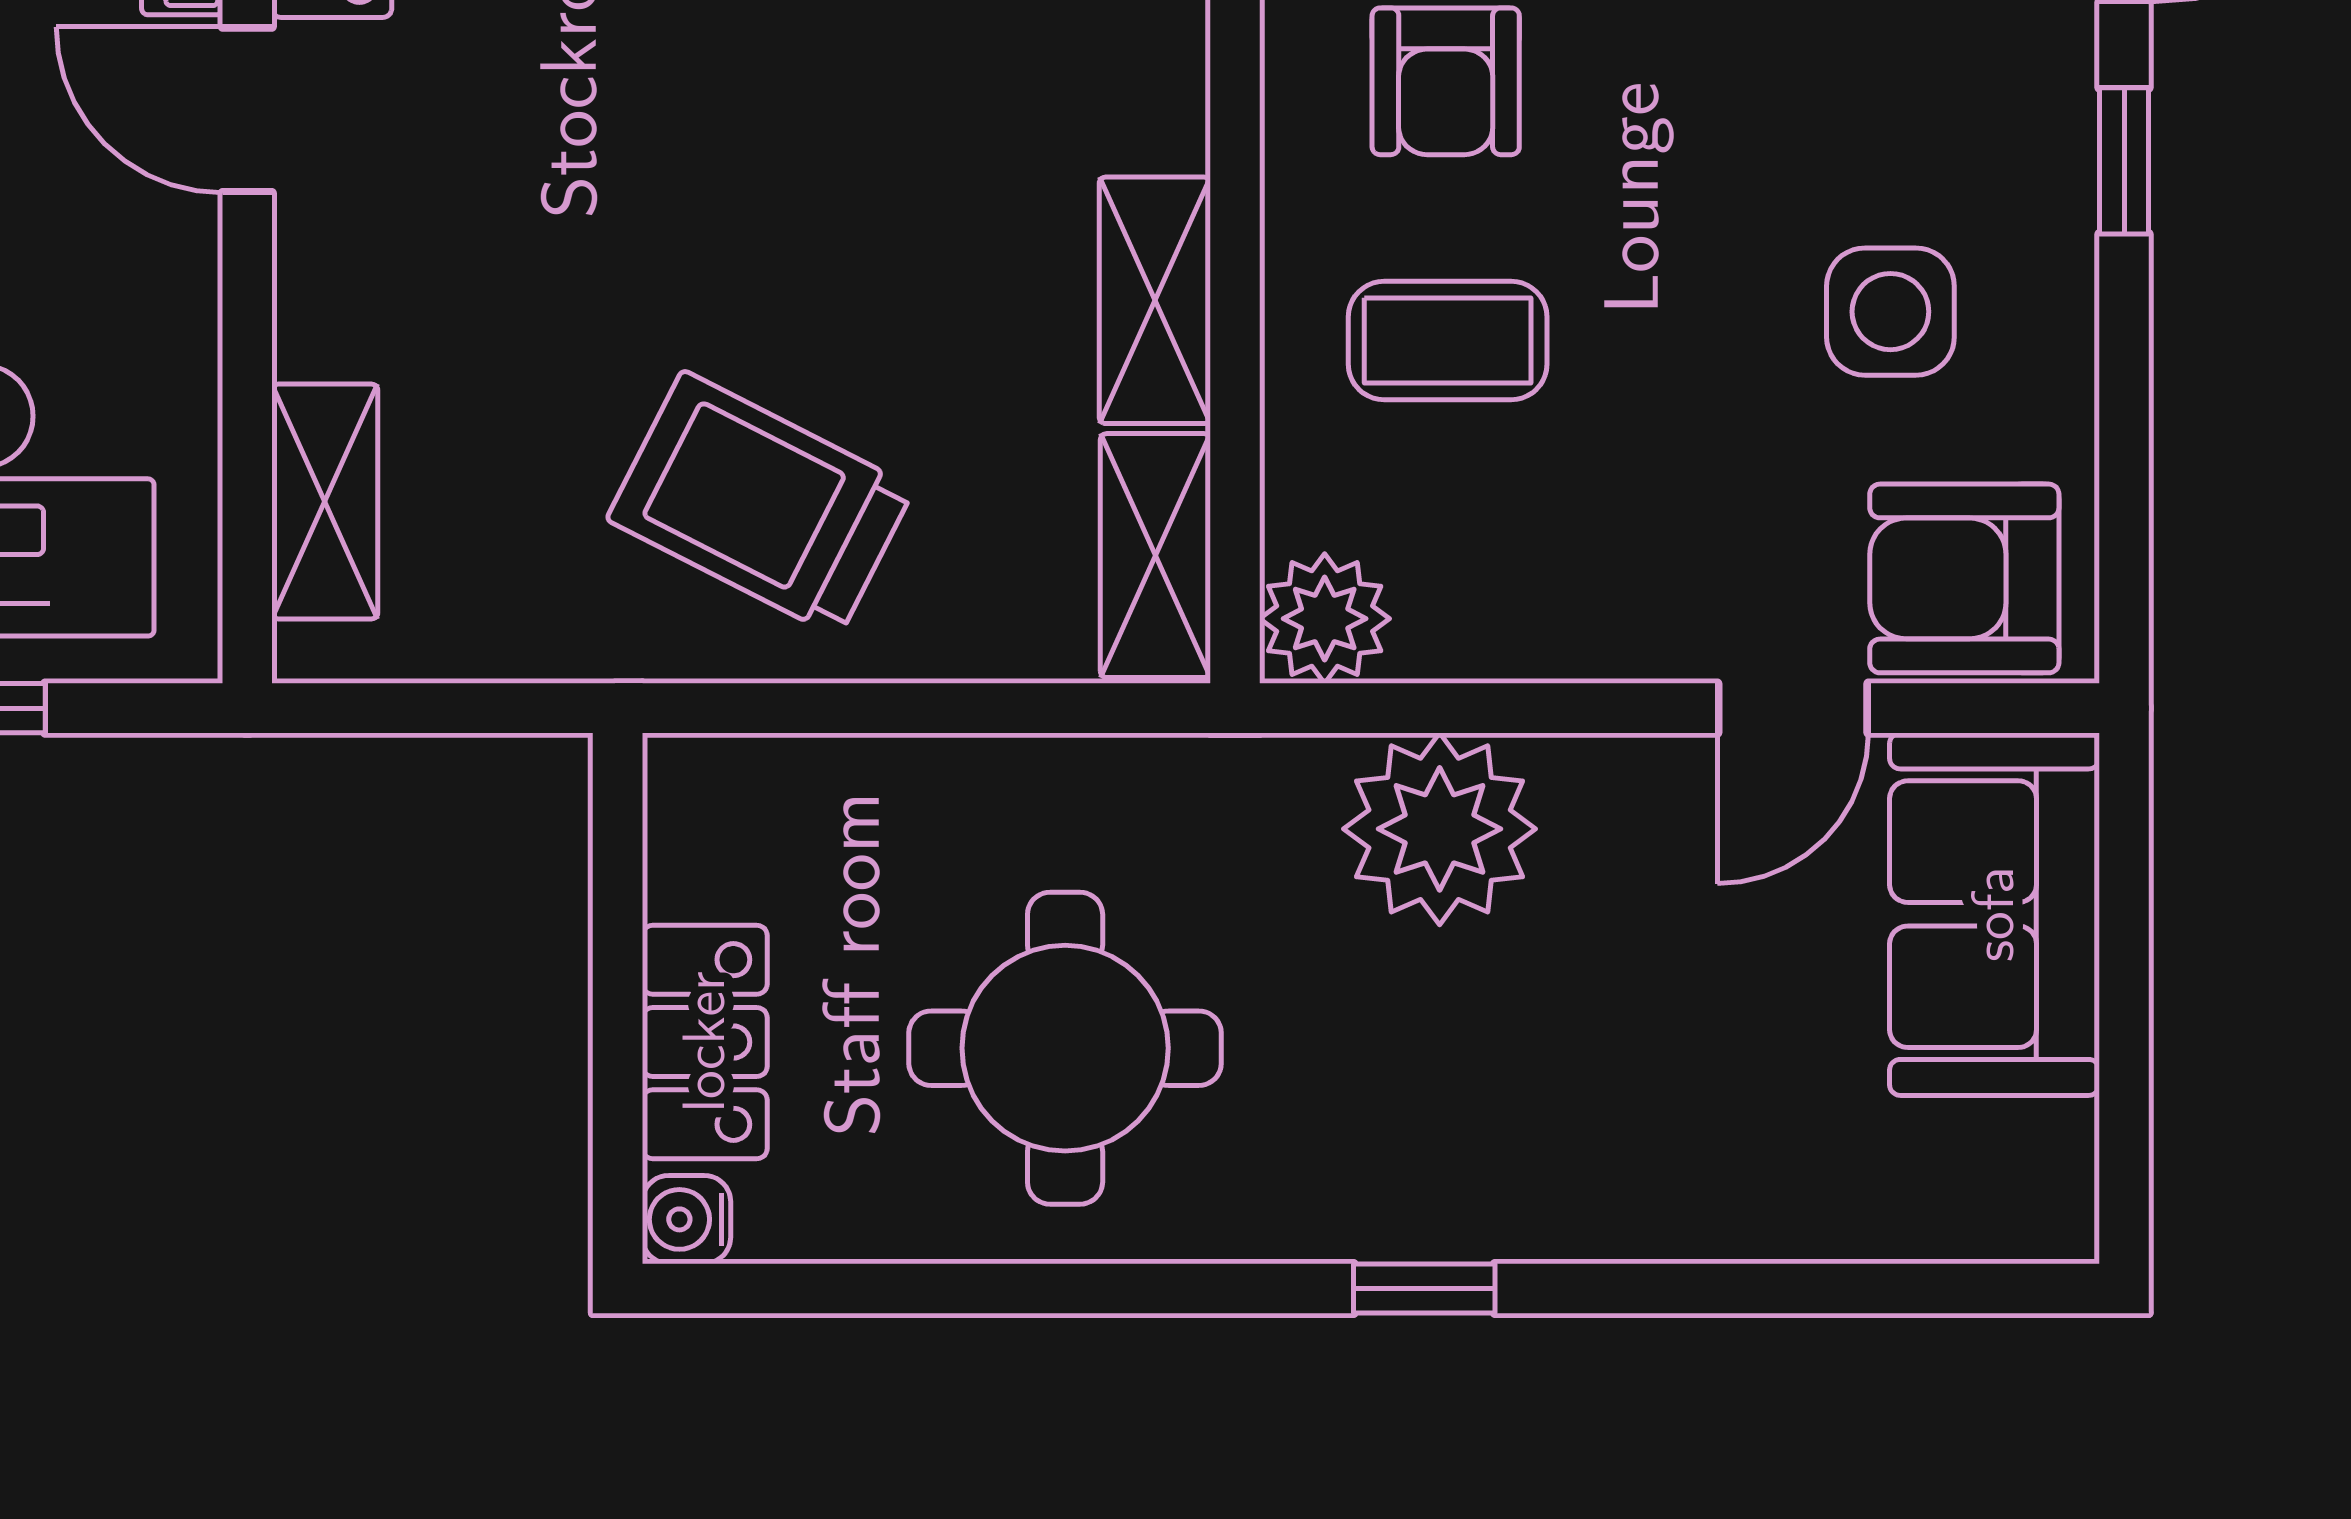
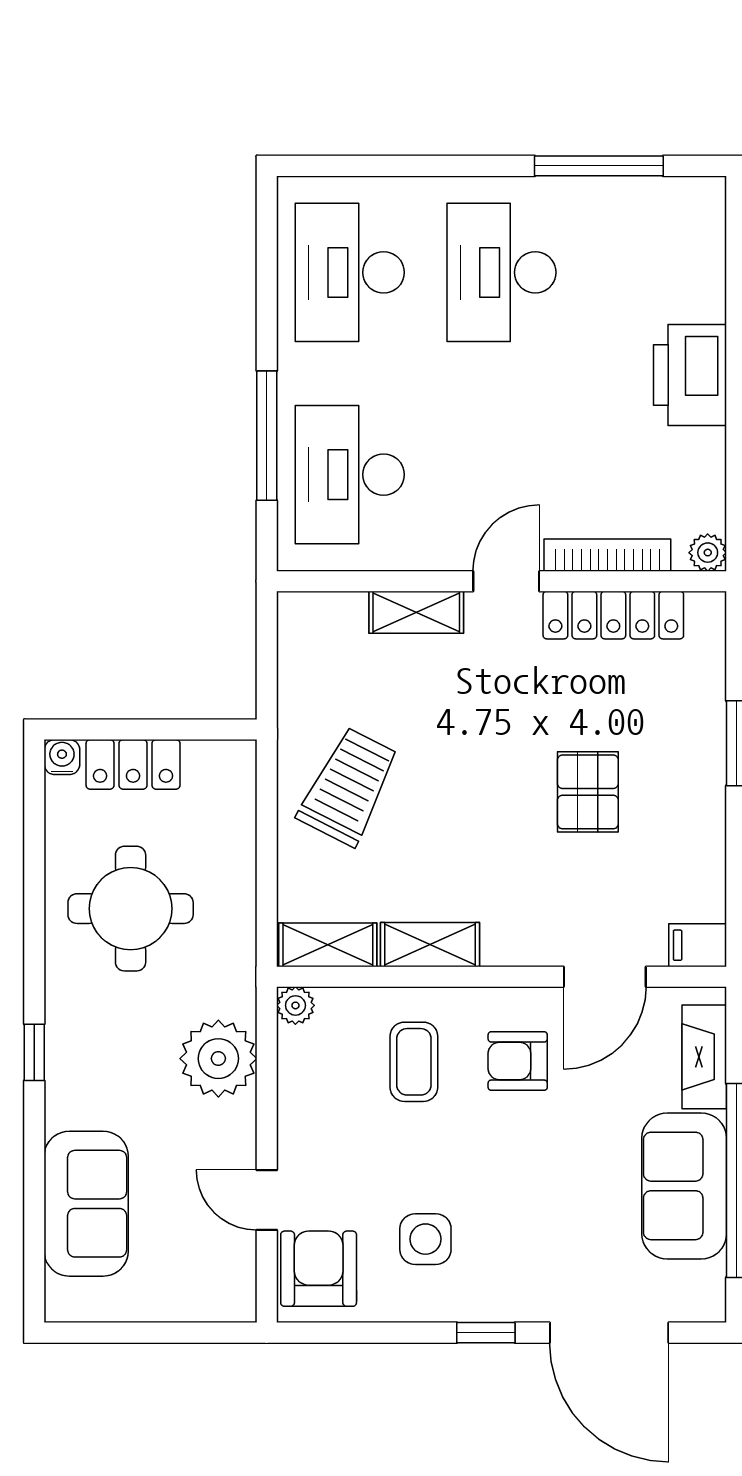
shelving: (325, 501) -> (416, 612), moved
plant: (1325, 619) -> (295, 1005), width x0.73, depth x0.73
sofa: (1994, 914) -> (86, 1204), moved, turned 90

